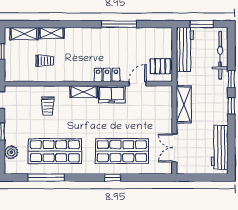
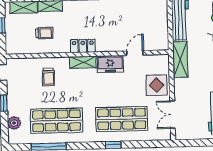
pallet: (160, 66) -> (157, 36), removed
locker: (107, 75) -> (83, 46), moved
shelving: (184, 104) -> (180, 59), moved
display table: (159, 117) -> (157, 85), added

